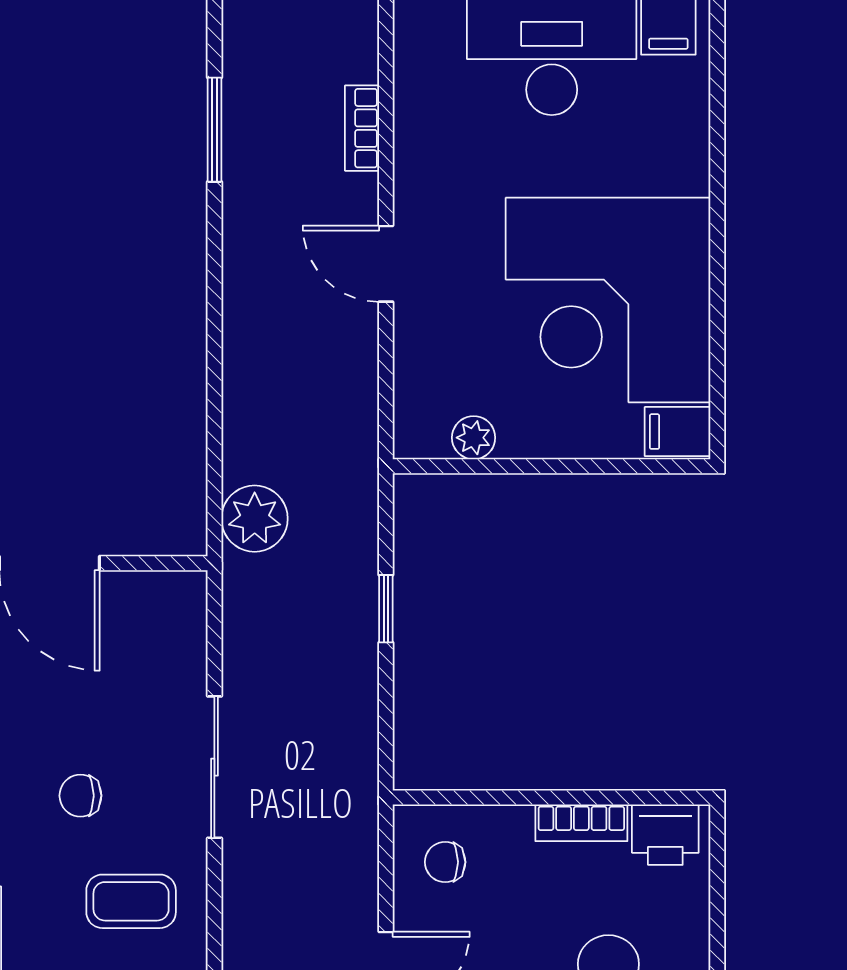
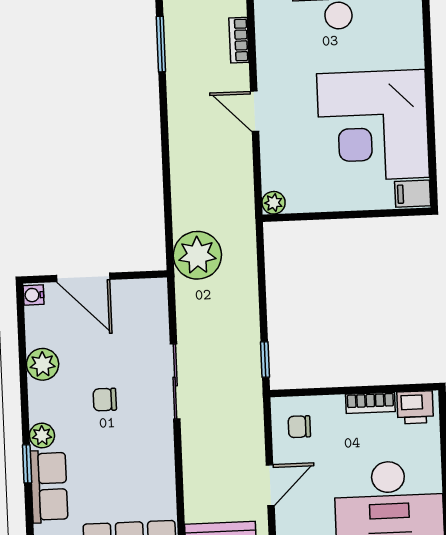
plant: (474, 438) -> (274, 203), moved
plant: (255, 519) -> (197, 255), width x1.36, depth x1.36
window: (386, 609) -> (265, 360), moved
coffee table: (131, 901) -> (134, 454), removed

